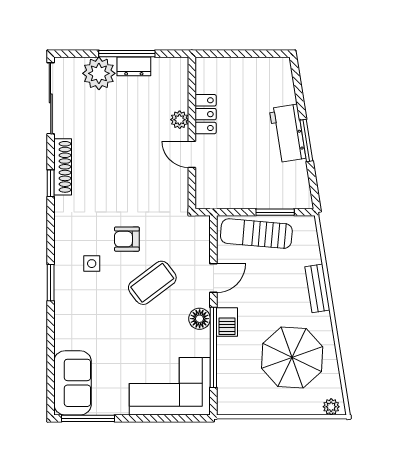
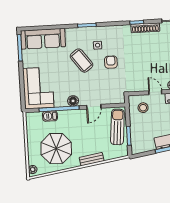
door: (192, 154) -> (155, 92), hinge flipped
stool: (221, 180) -> (143, 108), added
door: (213, 278) -> (94, 107), hinge flipped
coffee table: (152, 283) -> (82, 61), moved
barbecue: (227, 322) -> (50, 116), moved
sofa: (73, 383) -> (43, 39), width x1.36

